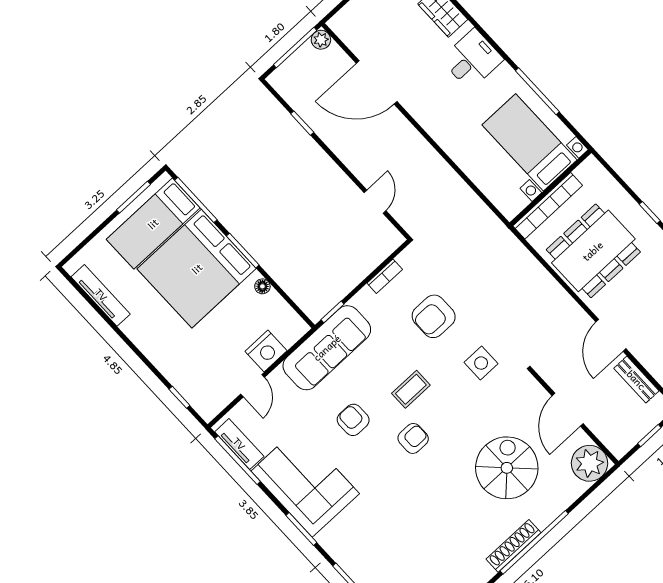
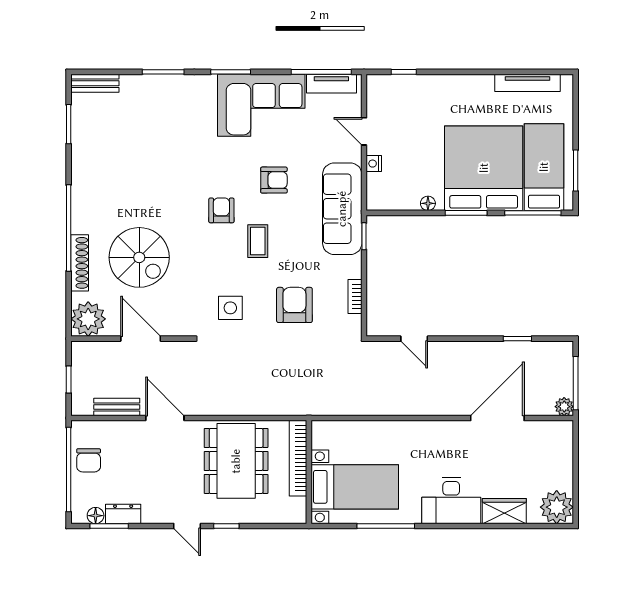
desk: (472, 59) -> (451, 501), width x1.37
nightstand: (266, 351) -> (374, 164), width x0.53, depth x0.56
armchair: (413, 438) -> (221, 210), turned 180
shoe rack: (514, 546) -> (80, 263), moved

